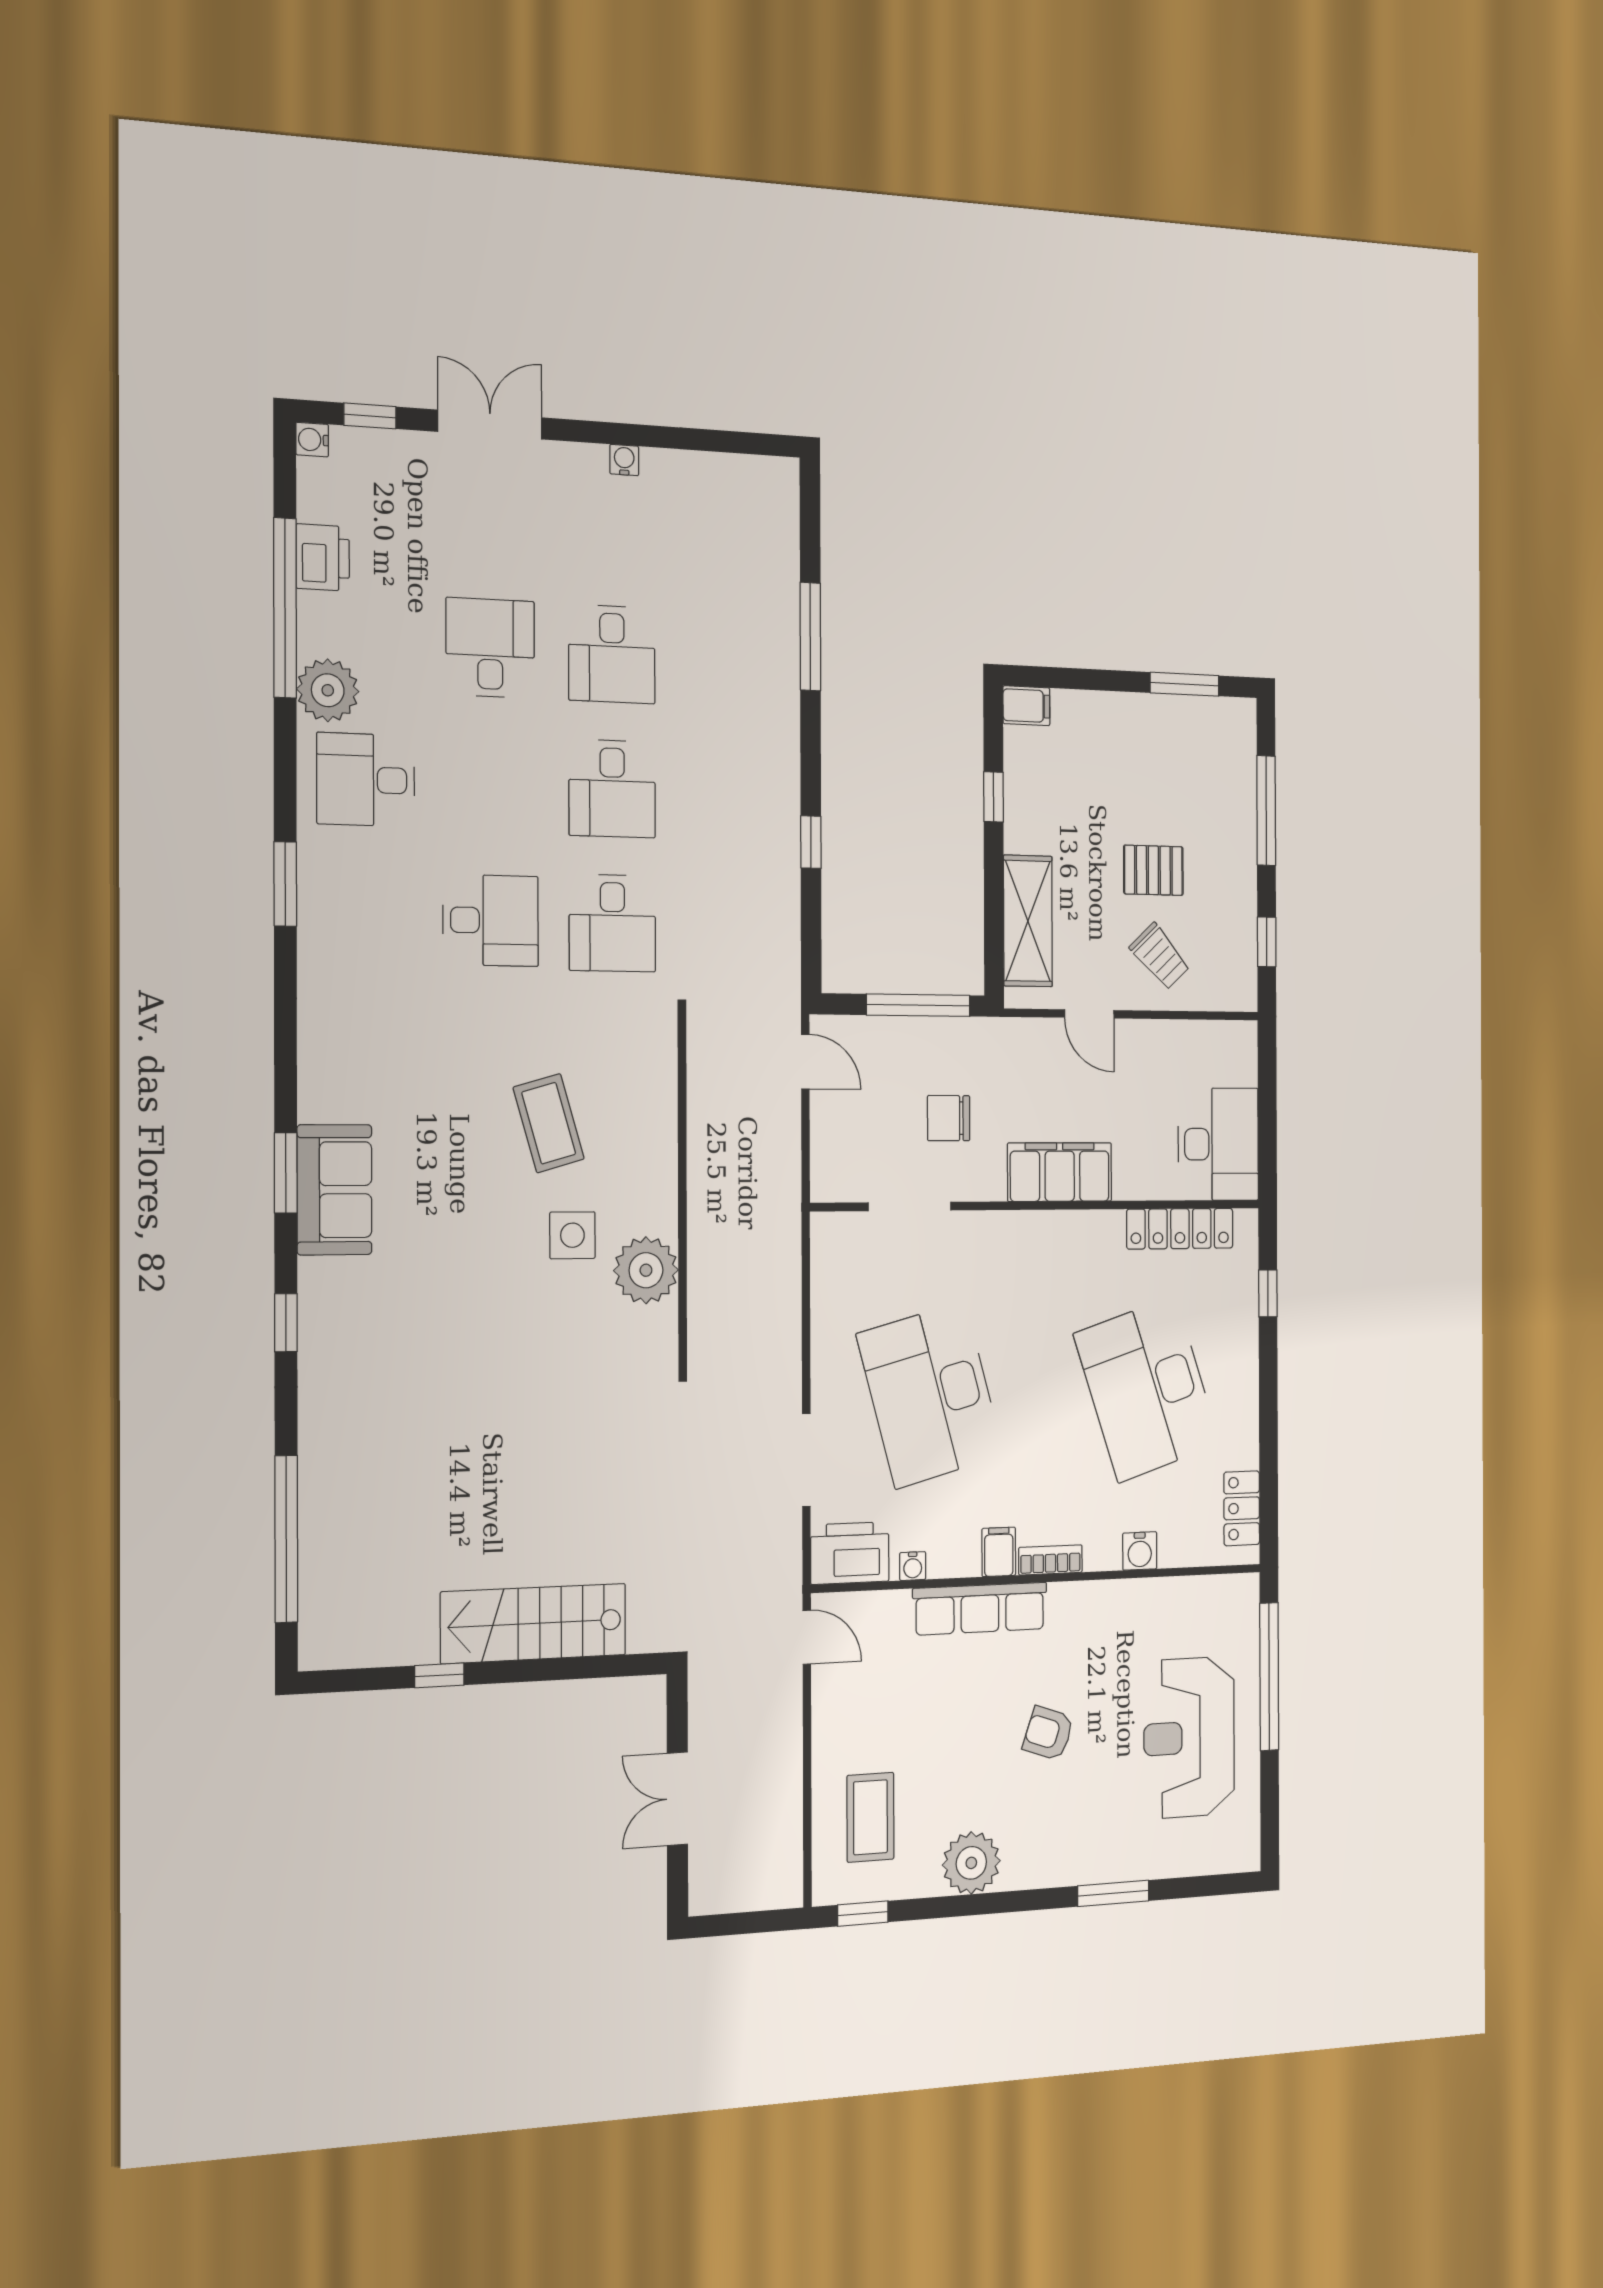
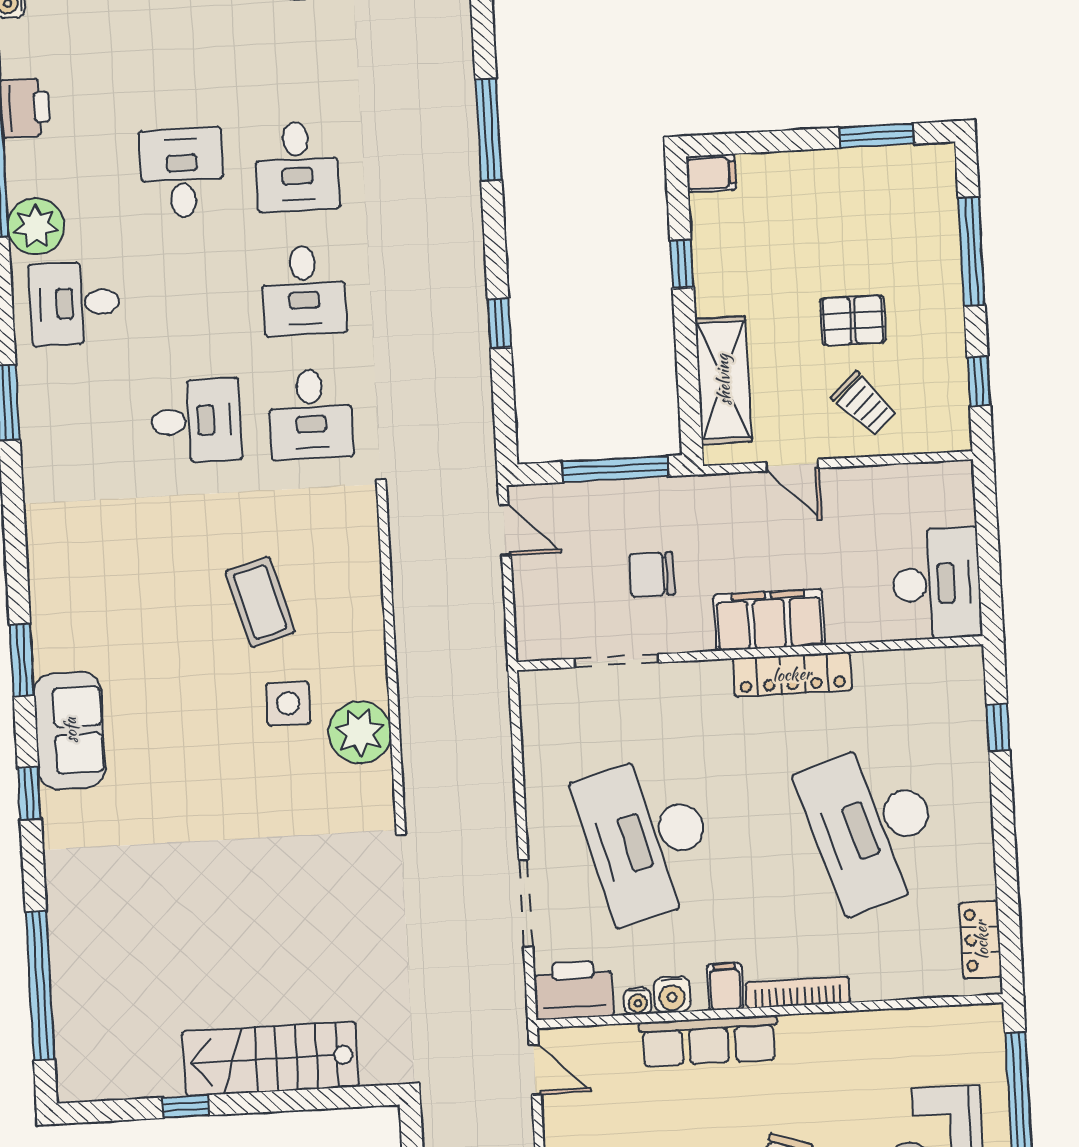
sofa: (334, 1190) -> (70, 730), moved
locker: (1180, 1229) -> (792, 674), moved
water cooler: (1140, 1551) -> (672, 995), moved
bookcase: (1050, 1560) -> (798, 992), width x1.56

